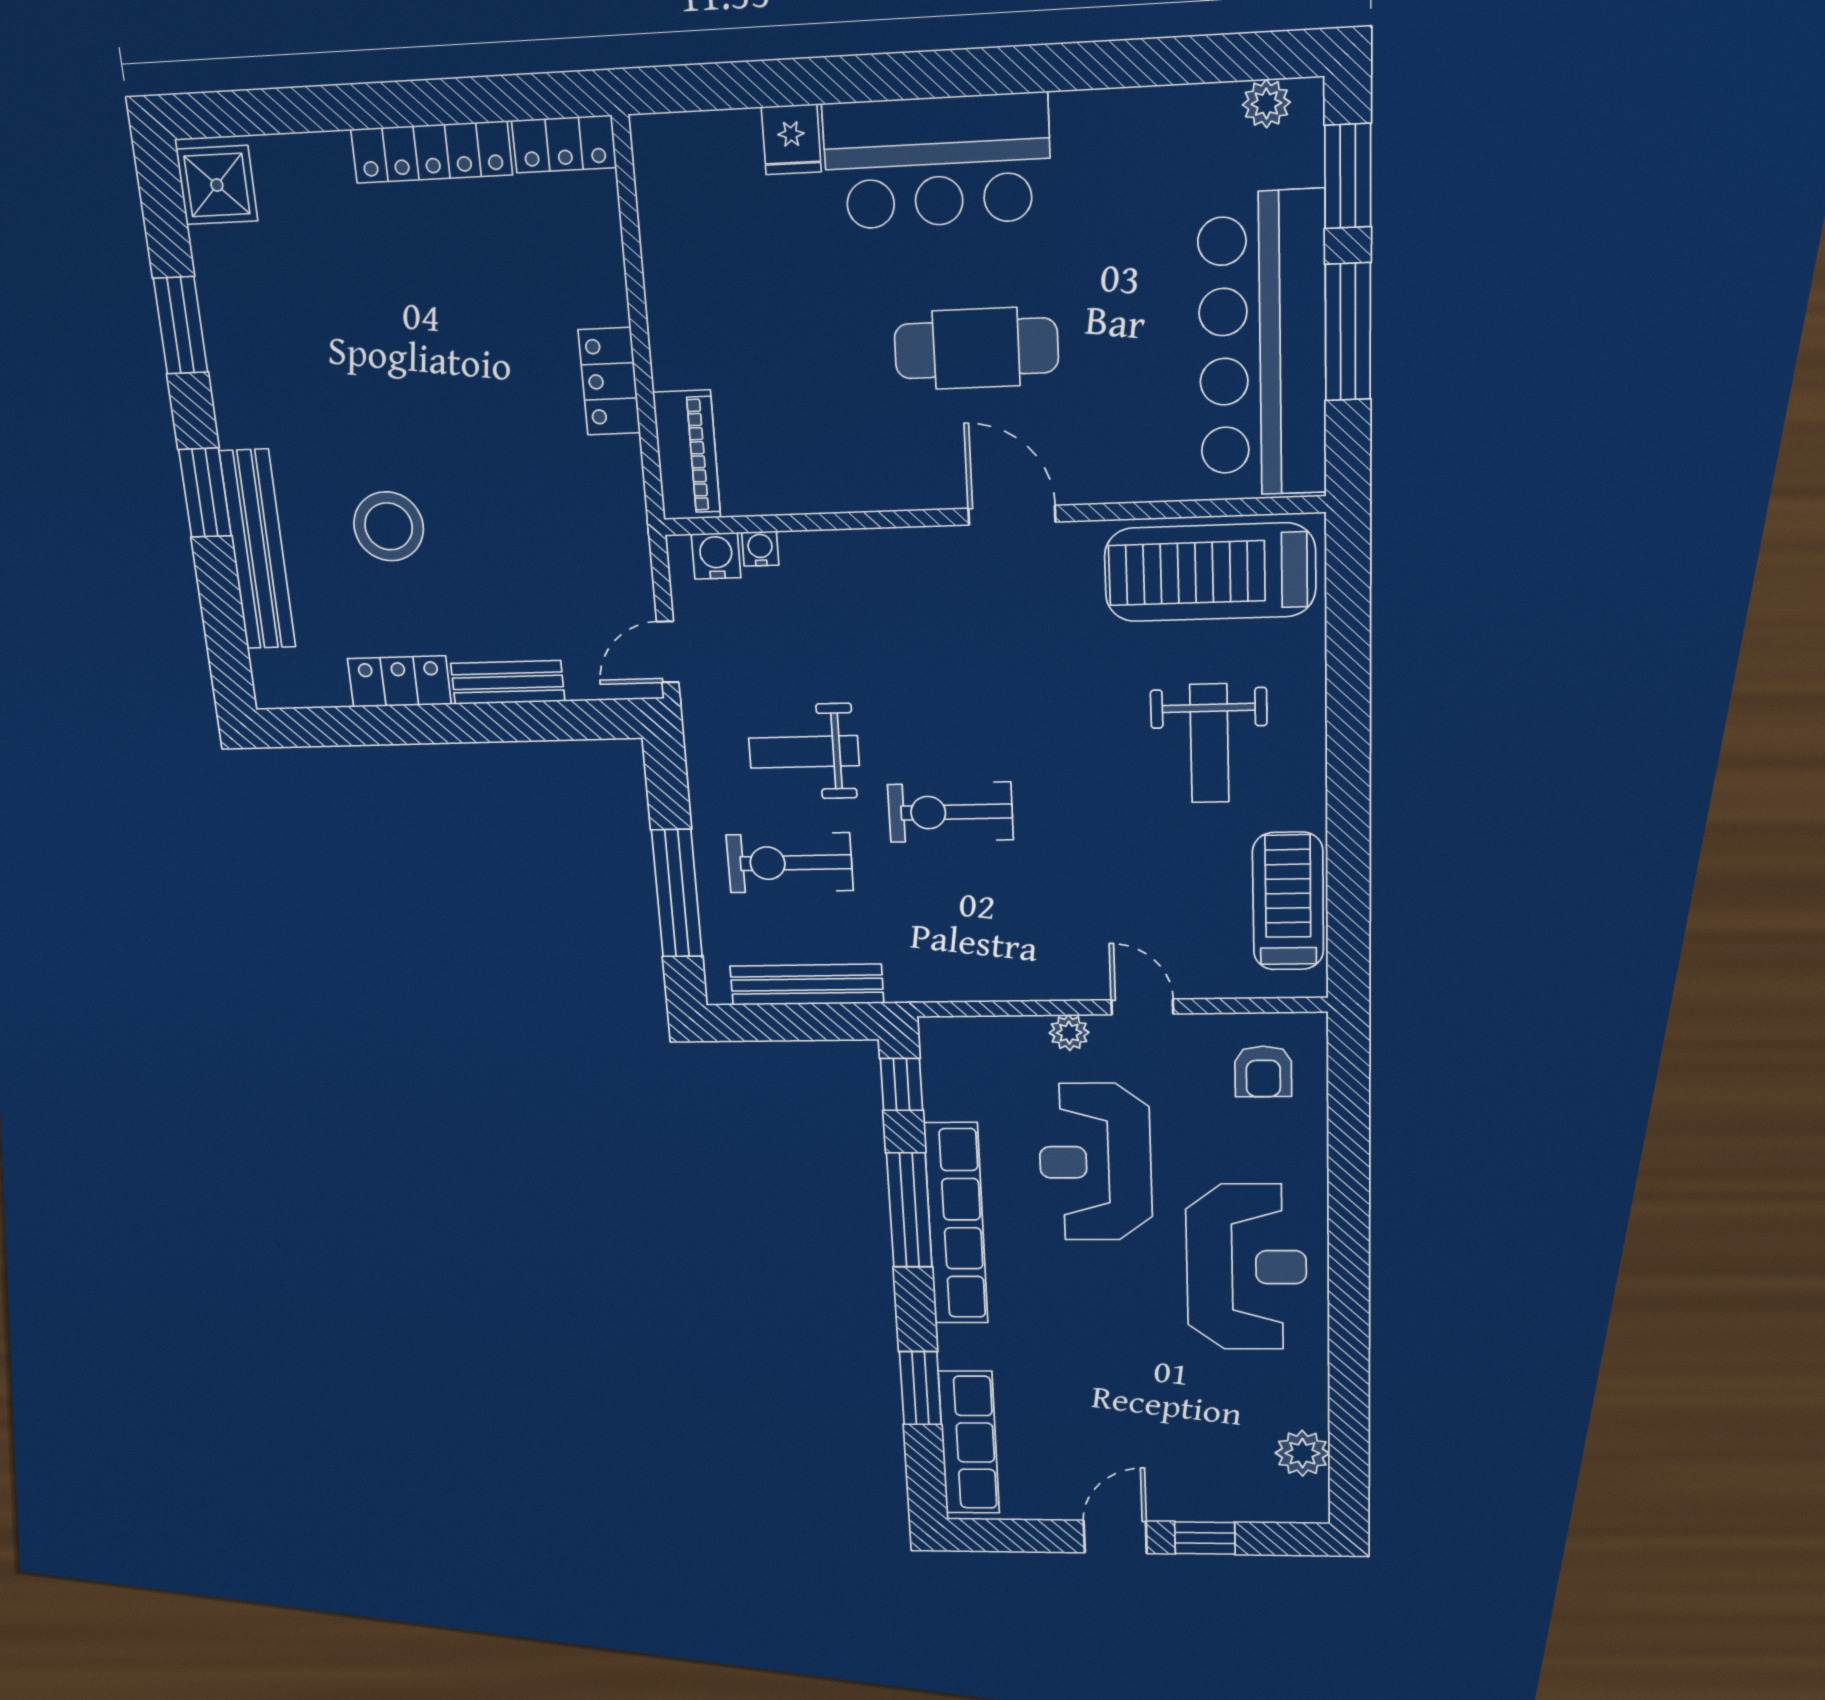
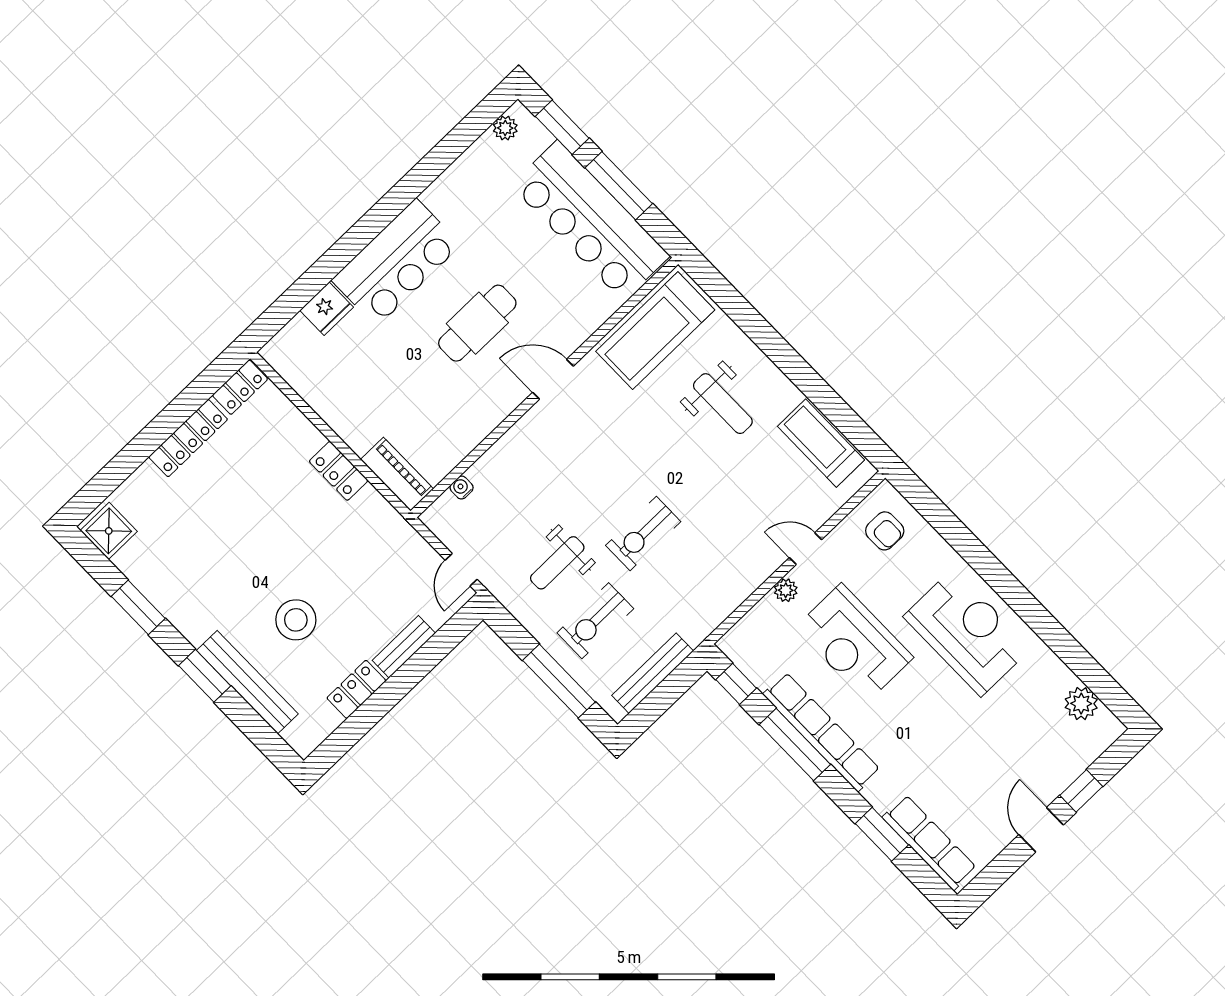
fridge: (791, 139) -> (327, 309), width x1.38
water cooler: (716, 556) -> (446, 508), removed

